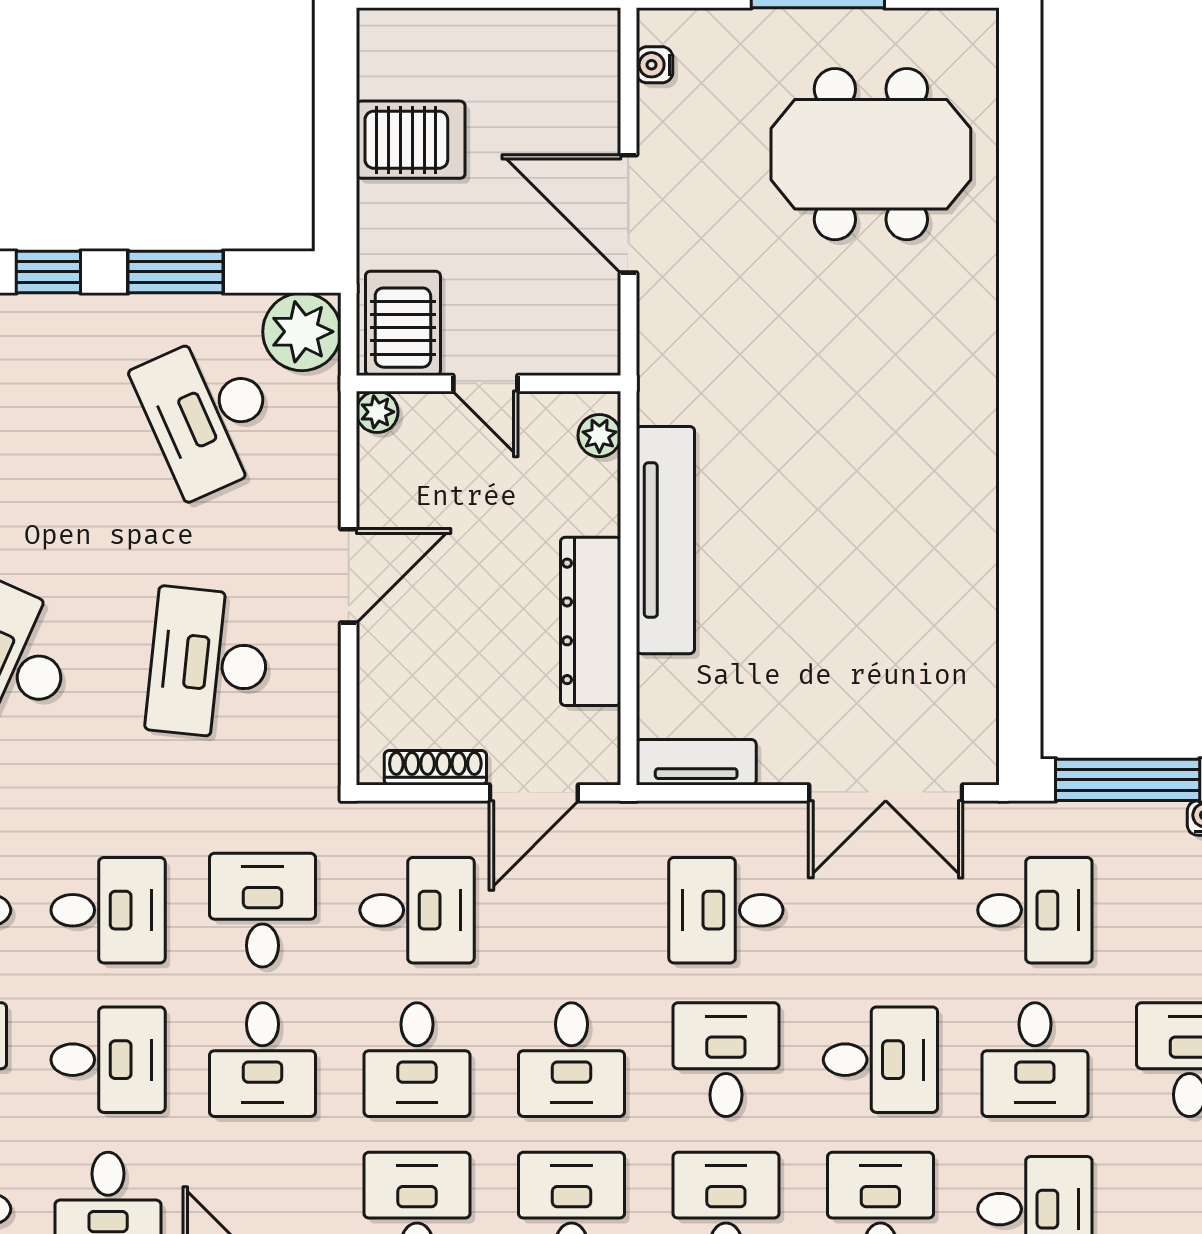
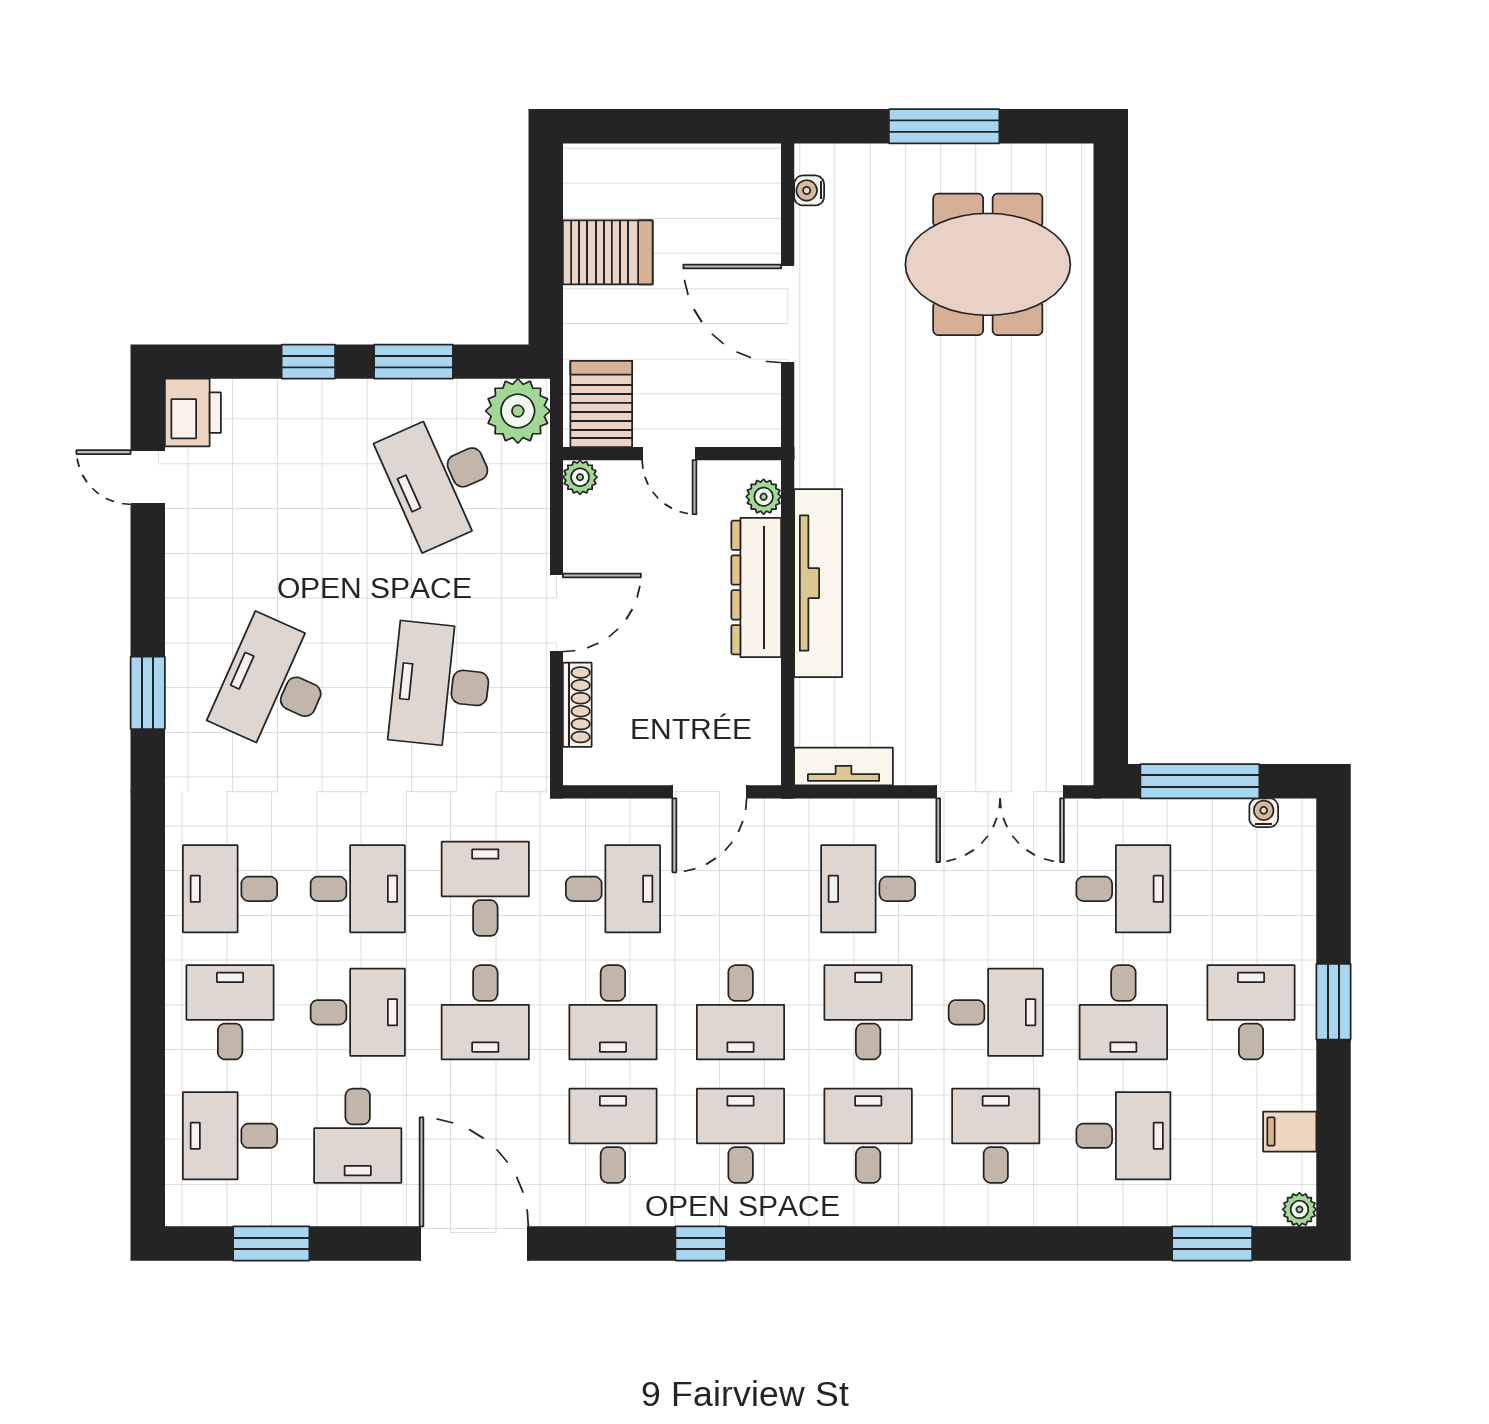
dresser: (591, 621) -> (756, 587), moved
shoe rack: (435, 768) -> (577, 705), moved, turned 90

